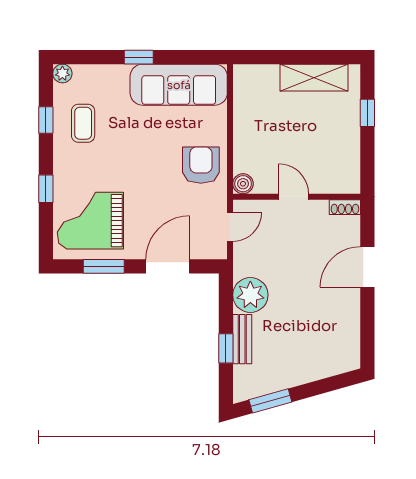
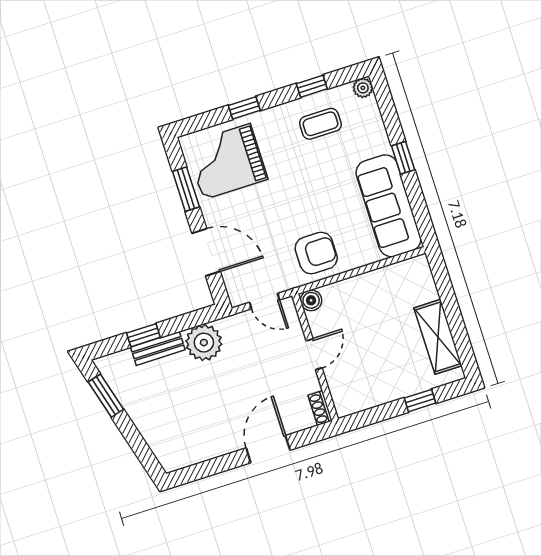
grand piano: (90, 221) -> (227, 162), turned -90
door: (367, 267) -> (268, 449), hinge flipped

